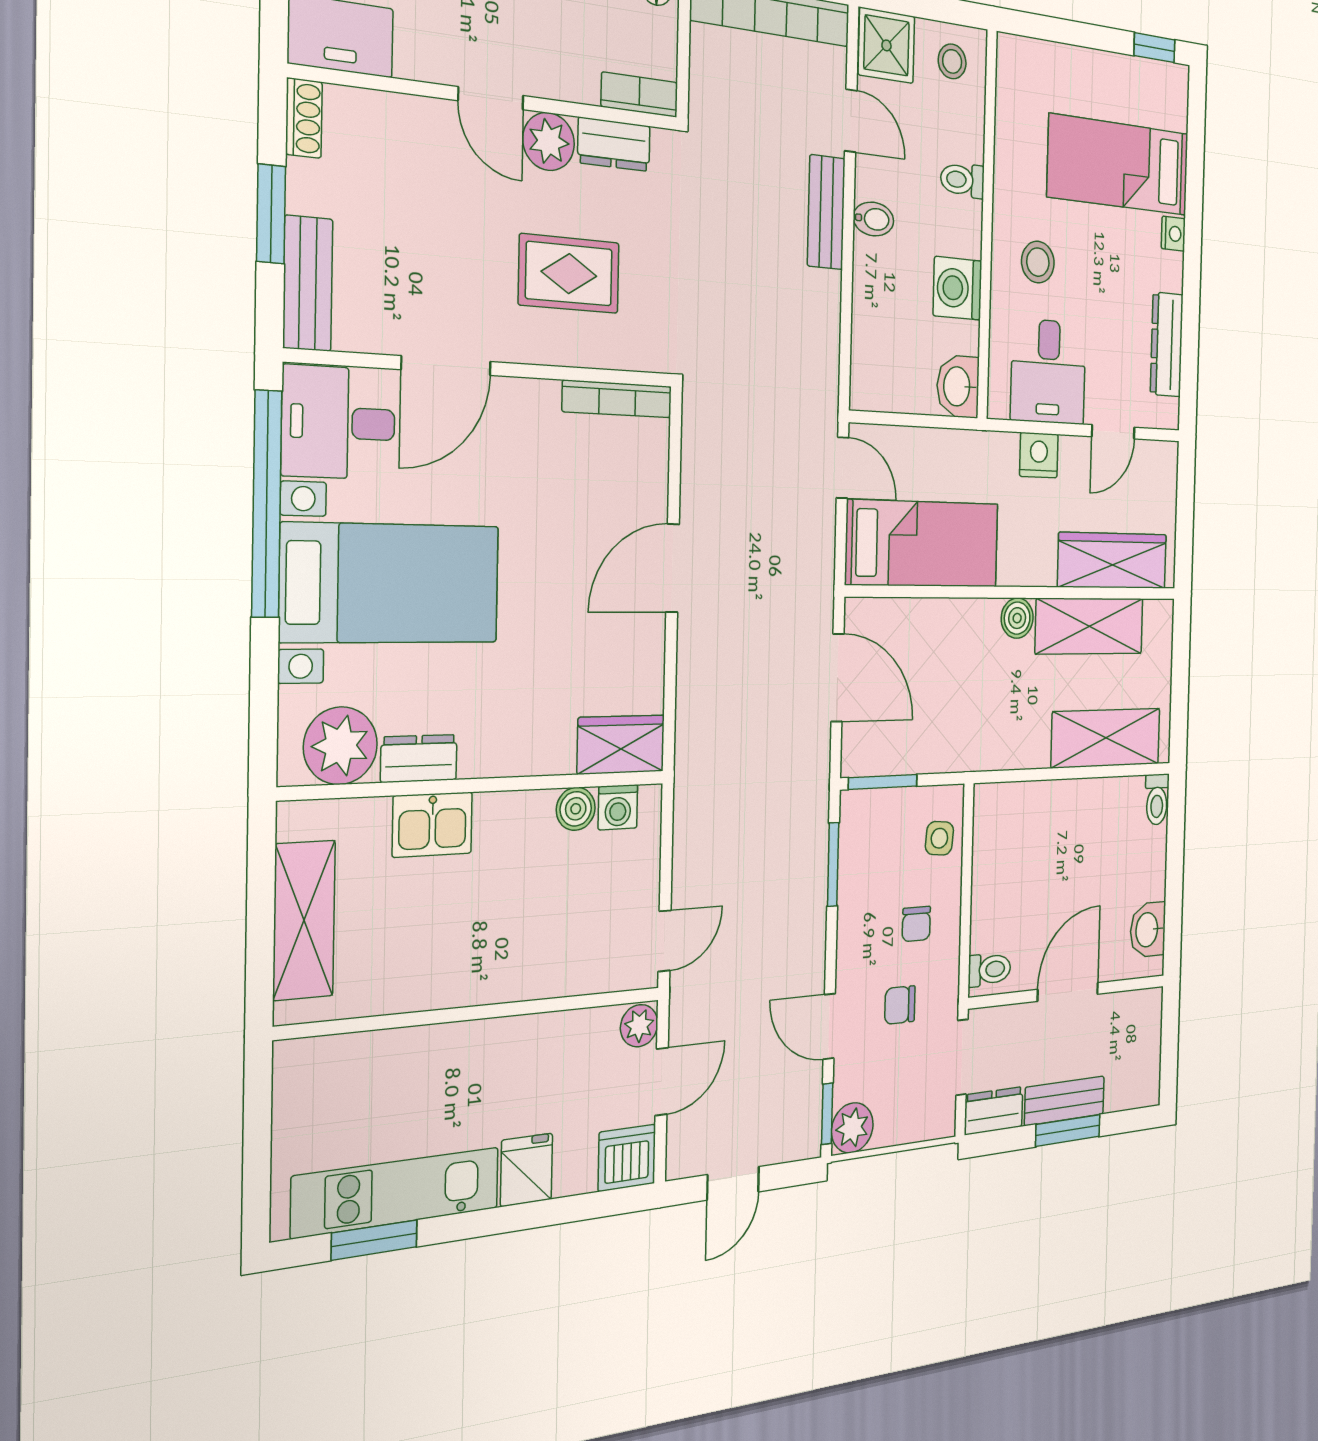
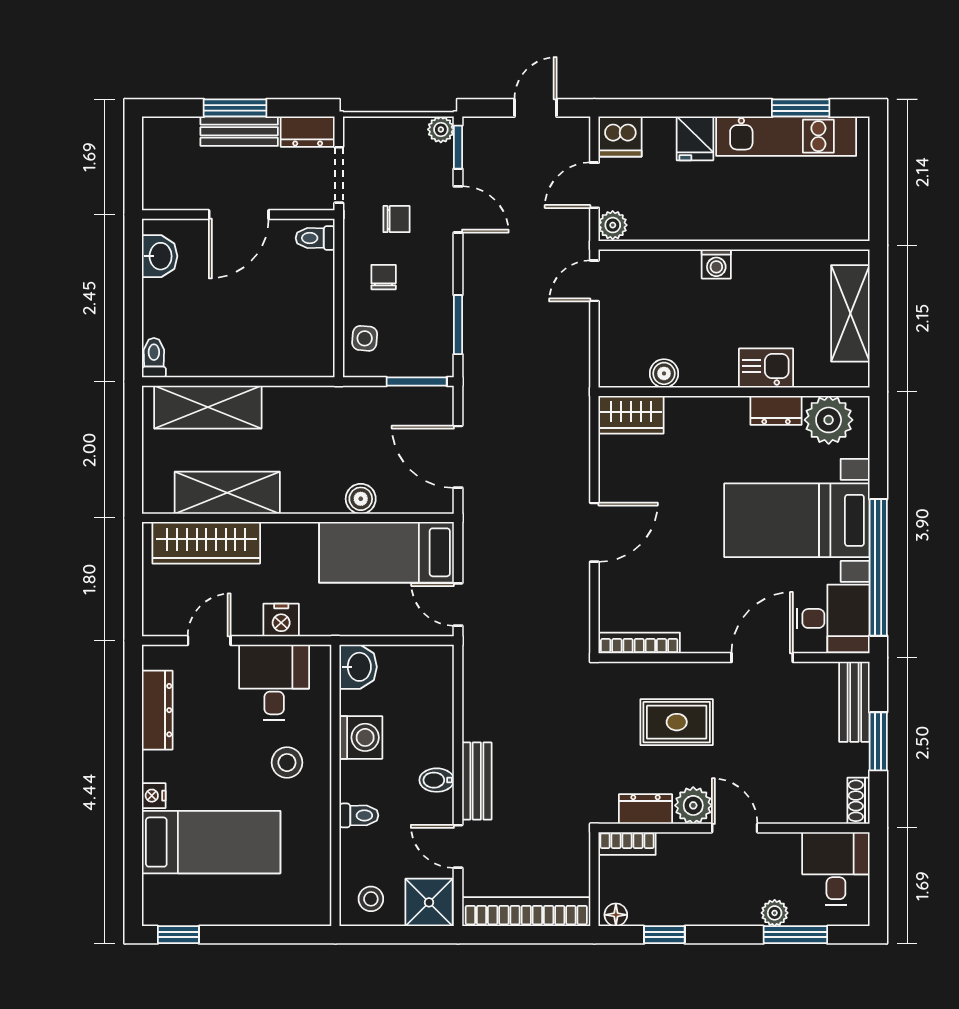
boiler: (1017, 618) -> (361, 499), moved
washing machine: (618, 807) -> (716, 264), moved, turned 180
plant: (852, 1128) -> (441, 129), width x0.73, depth x0.73

